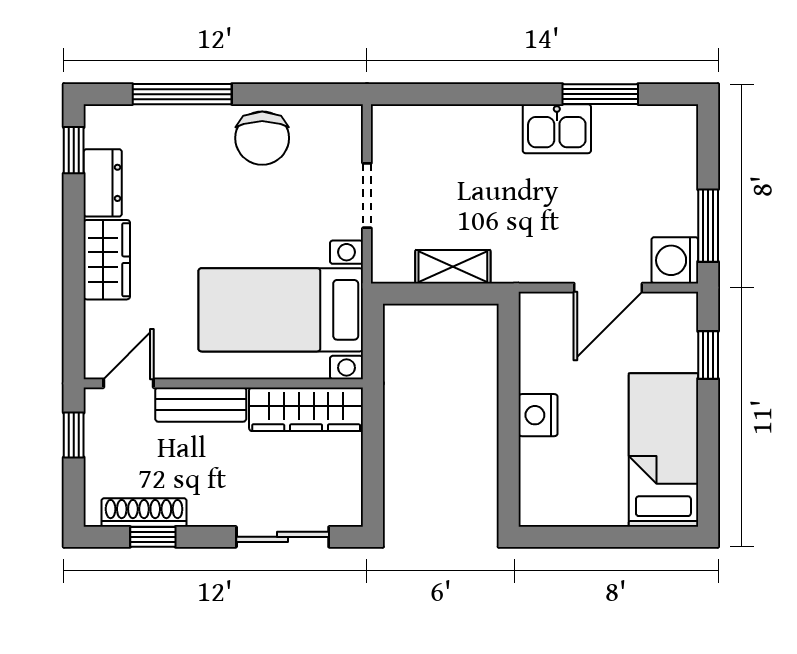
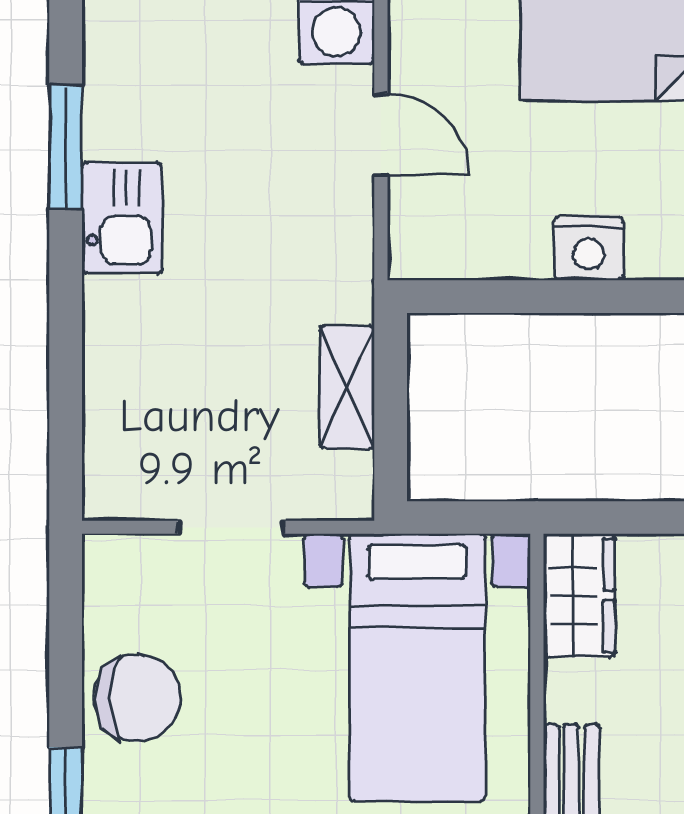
door: (608, 288) -> (381, 134), width x0.73
wardrobe: (306, 409) -> (579, 596), width x0.67

